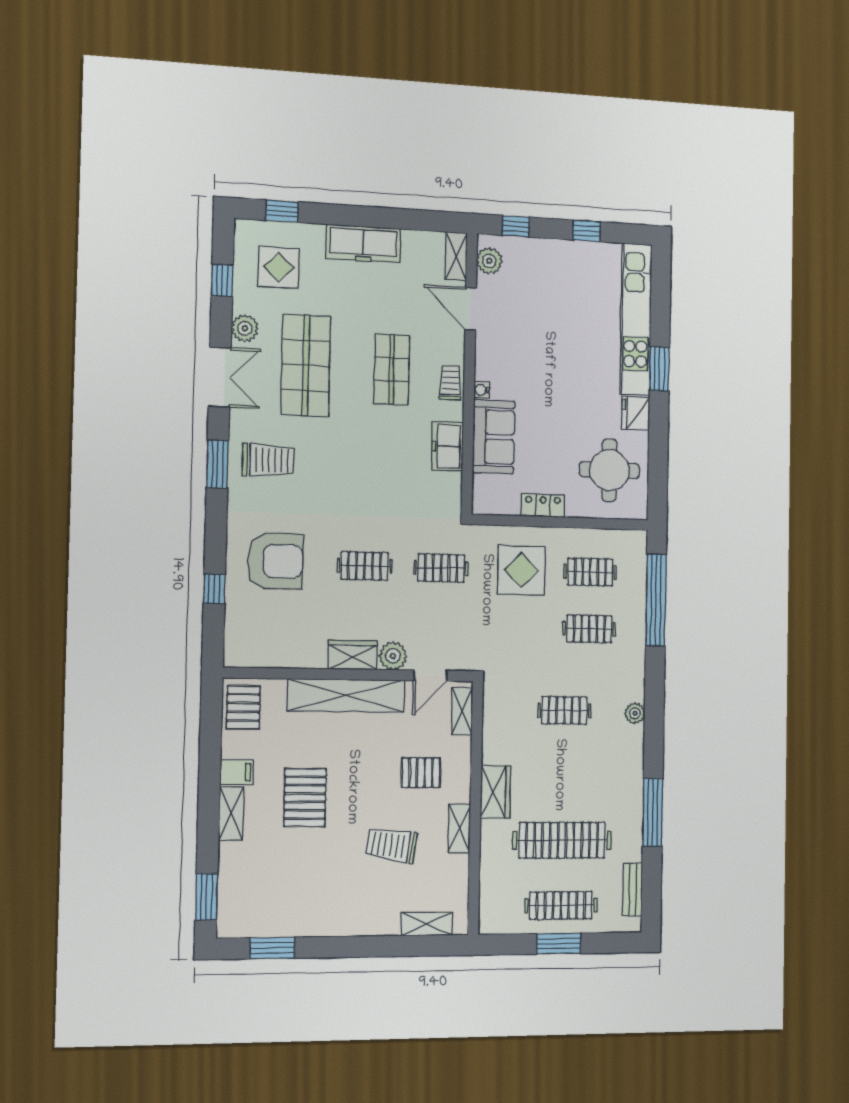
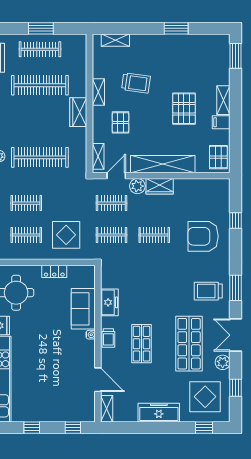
plant: (489, 261) -> (88, 407), removed
display table: (279, 267) -> (205, 397), width x1.36, depth x1.36
clothes rail: (440, 626) -> (112, 203), added
clothes rail: (564, 710) -> (40, 157), width x1.86, depth x1.31
pallet: (421, 773) -> (120, 122), turned 90
window: (272, 948) -> (176, 28), moved

